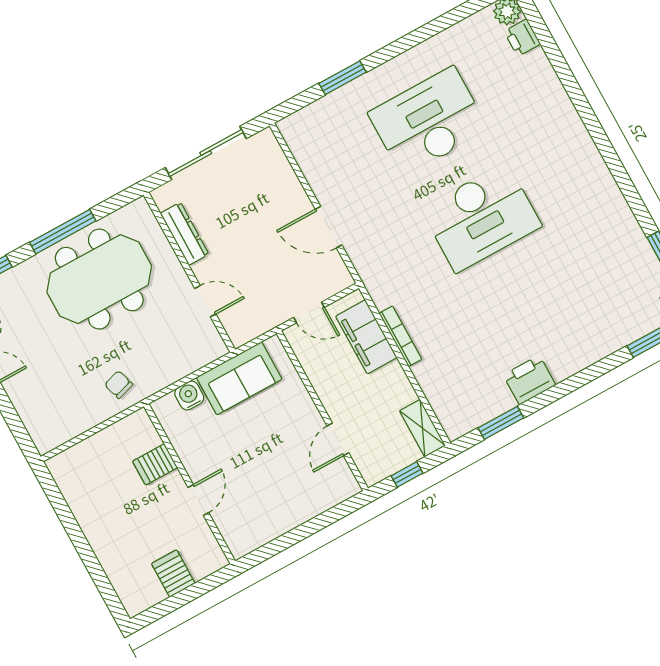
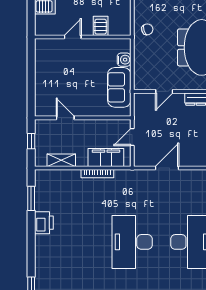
shelving: (423, 428) -> (61, 160), moved
door: (198, 500) -> (73, 37), swing flipped

